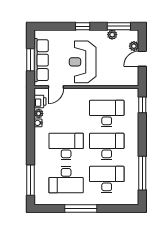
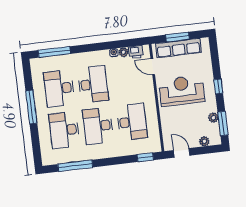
door: (142, 59) -> (182, 153), moved
desk: (107, 147) -> (98, 126), turned 180
desk: (107, 180) -> (64, 130), turned 180

